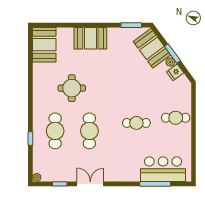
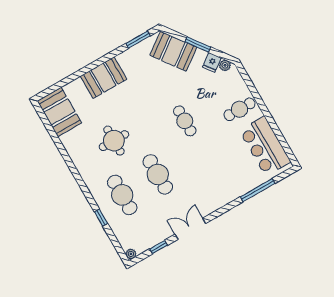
plant: (170, 62) -> (225, 65), moved
cafe table: (136, 123) -> (185, 121), moved, turned 90
bar counter: (163, 169) -> (265, 146), moved, turned -90

